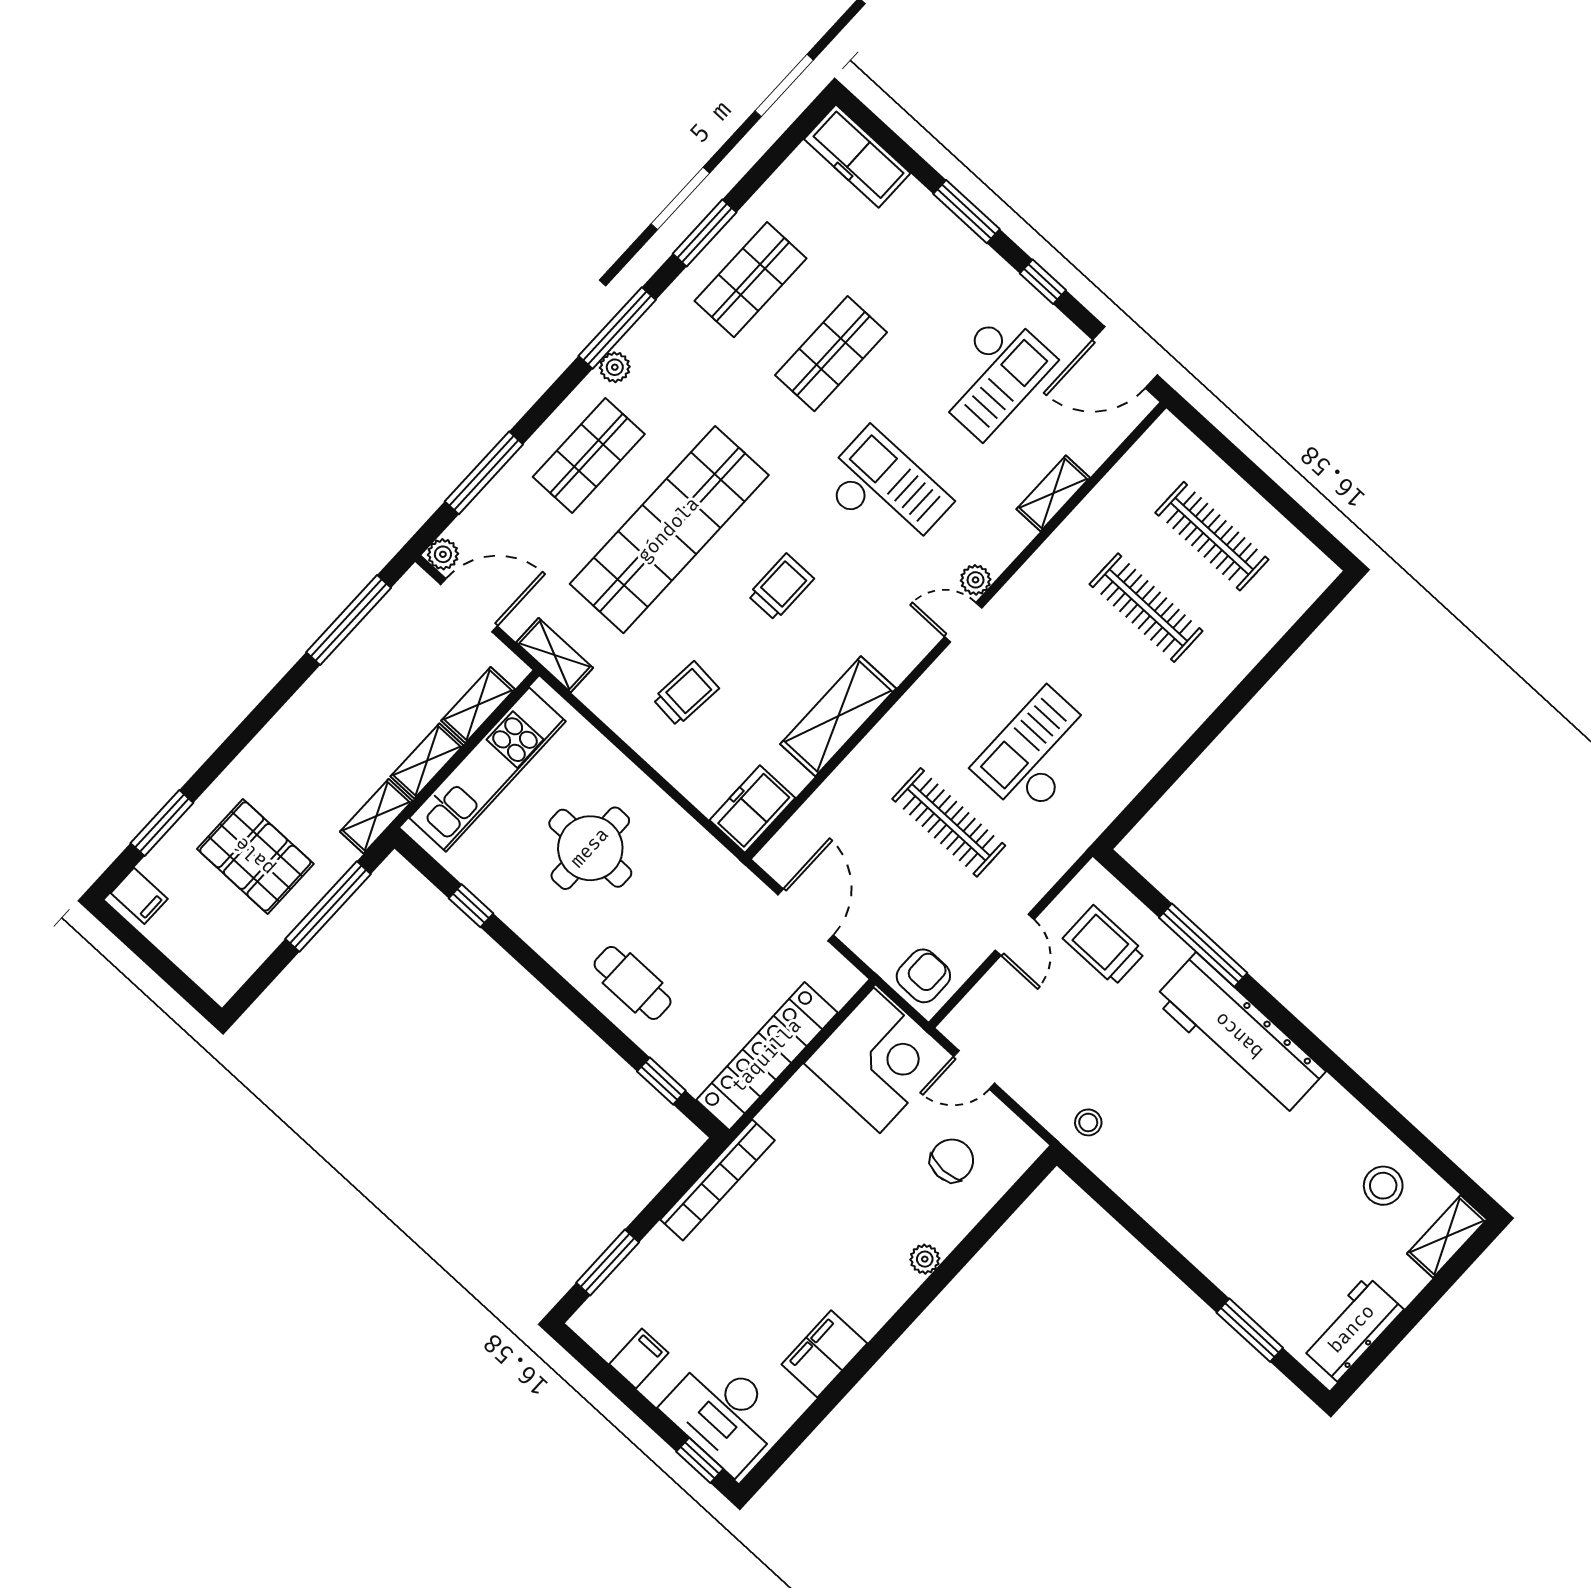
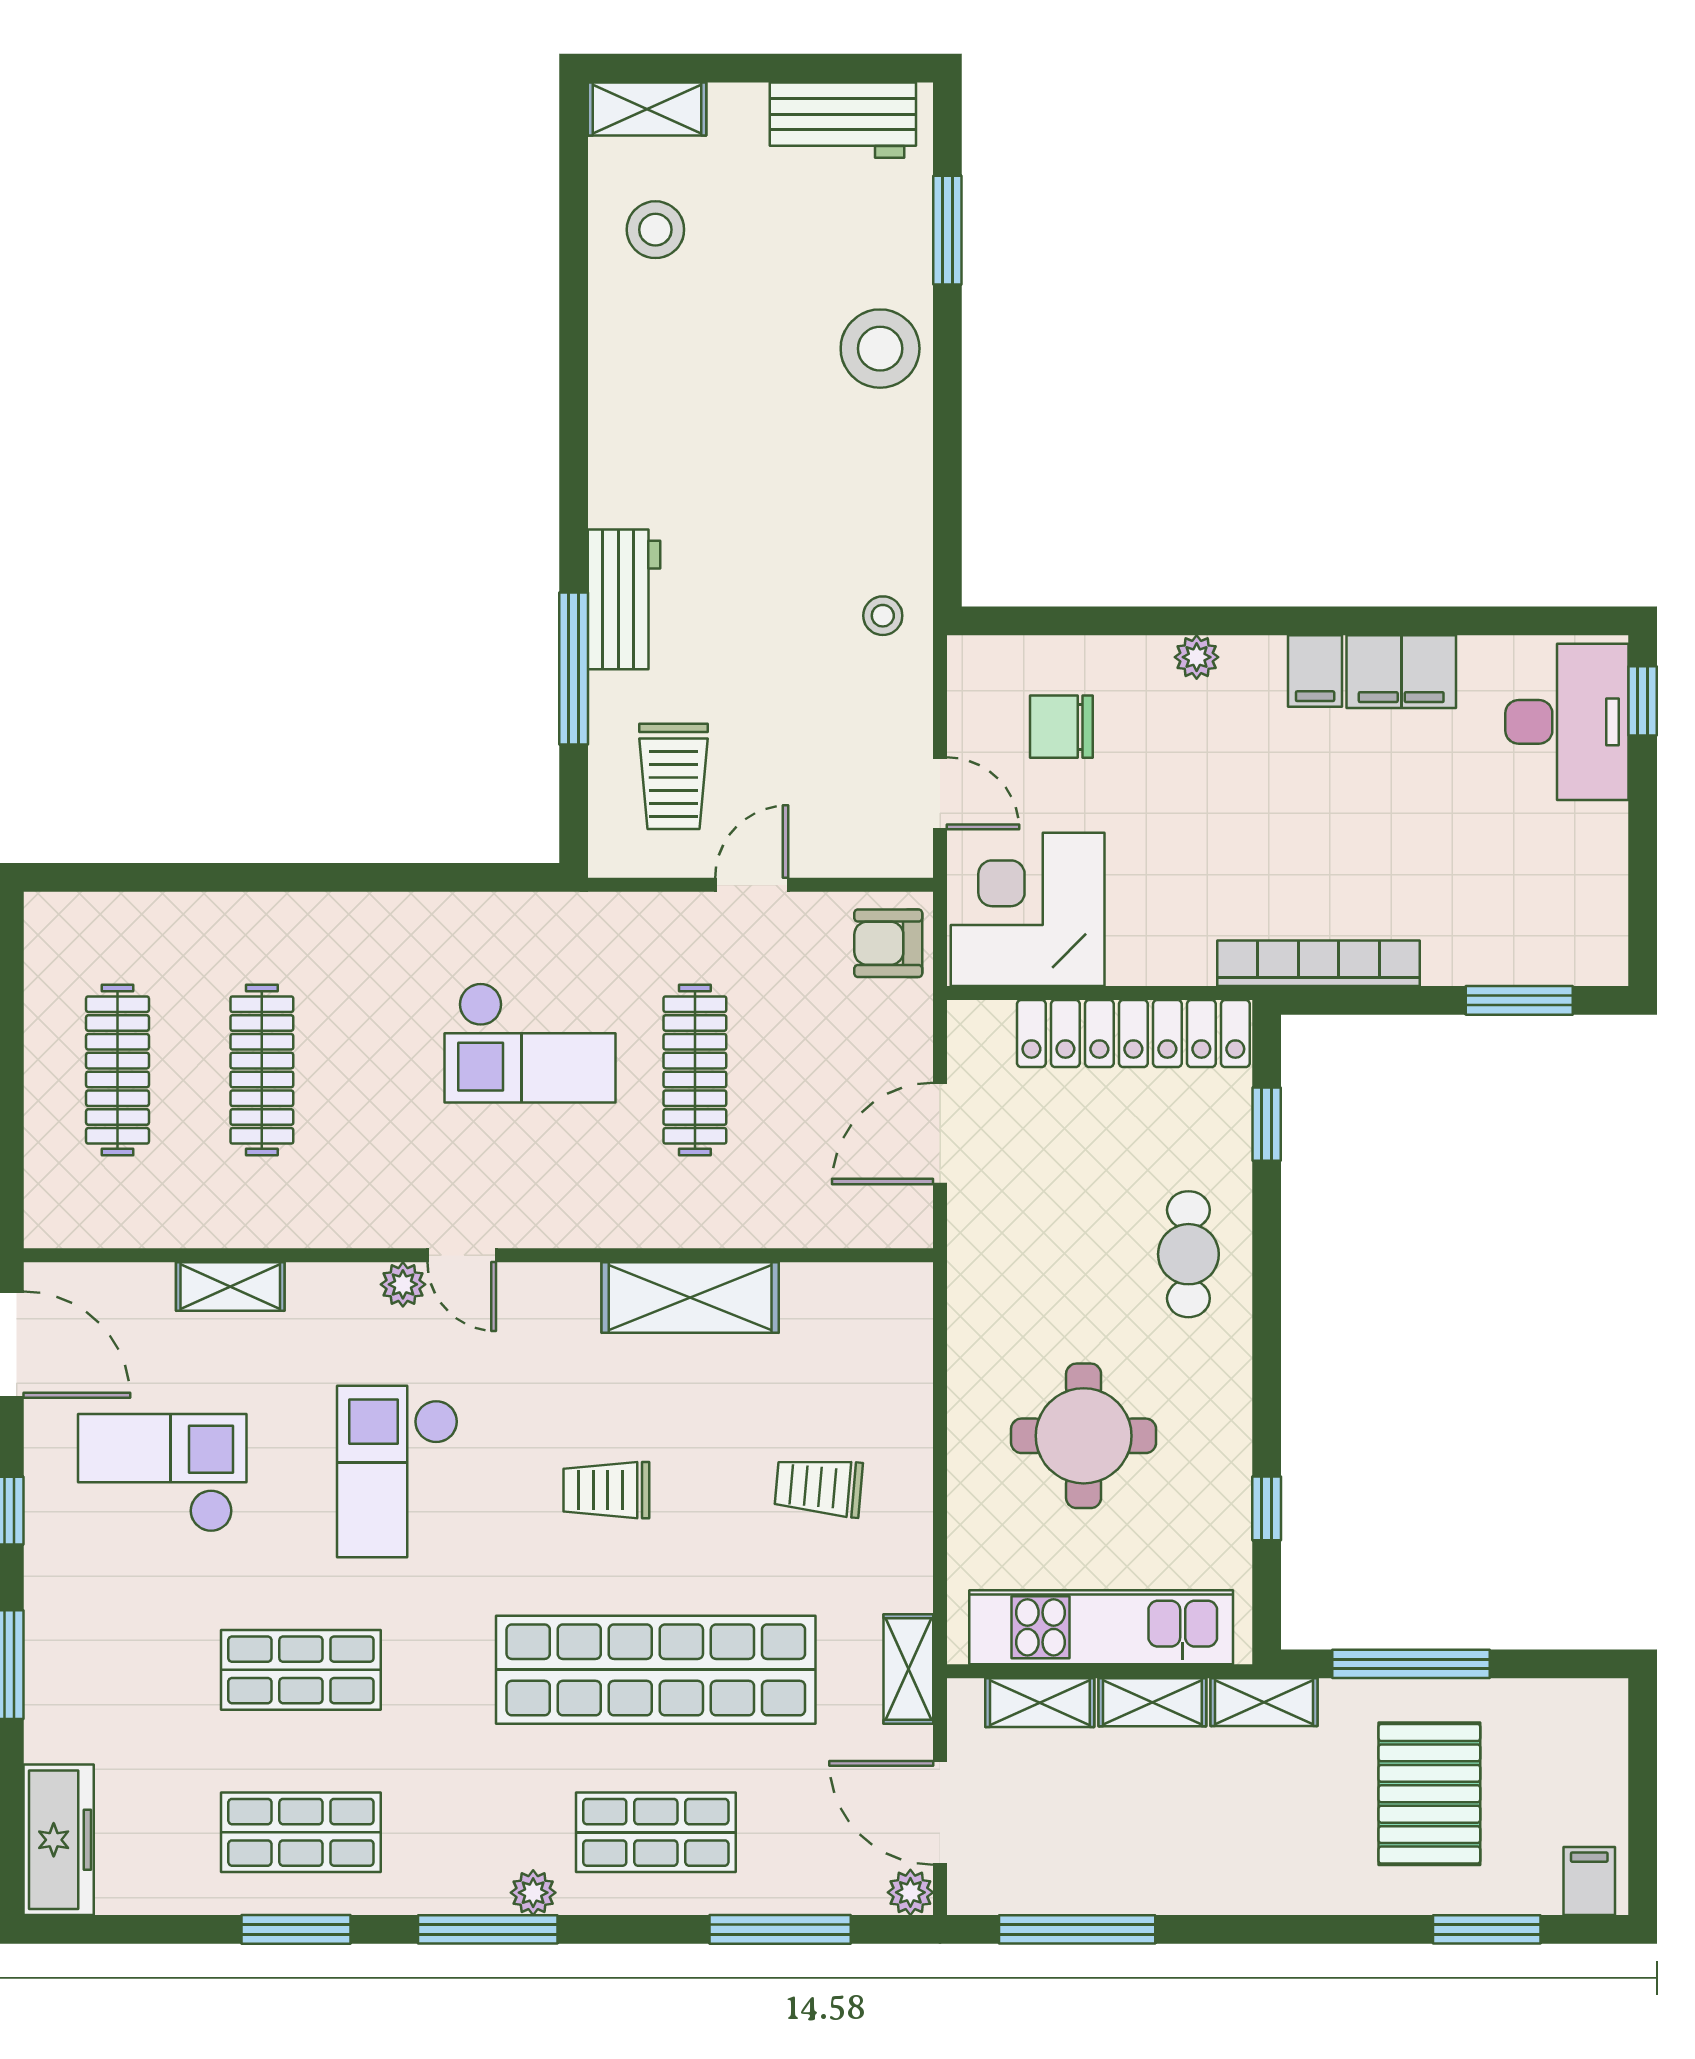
freezer: (752, 809) -> (878, 1298), removed
workbench: (1239, 1035) -> (624, 599), width x0.53, depth x0.76
stool: (1222, 1243) -> (880, 349), added
filing cabinet: (639, 1358) -> (1315, 671), moved, turned -90

